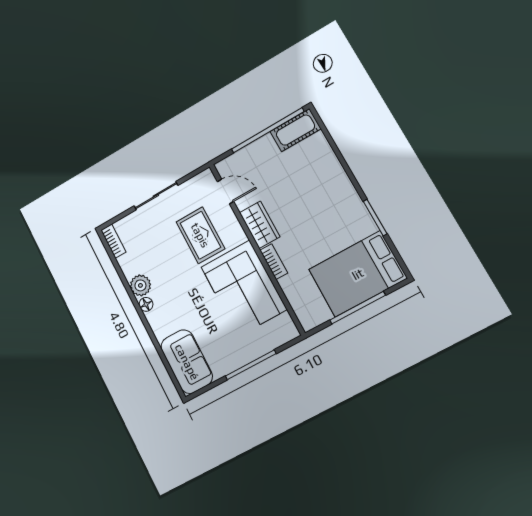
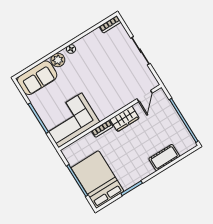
cot: (295, 130) -> (164, 158), moved, turned 90
rug: (200, 235) -> (116, 82), removed
plant: (140, 285) -> (58, 60), moved
corner sofa: (244, 288) -> (70, 120), moved

